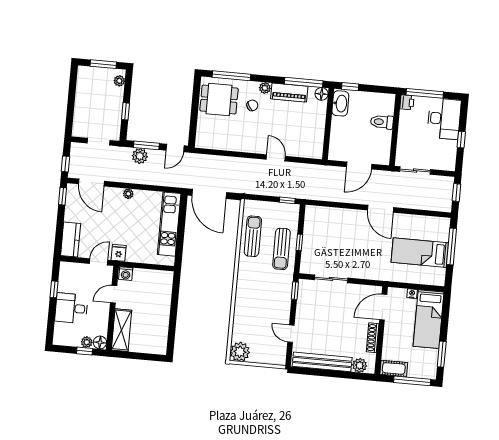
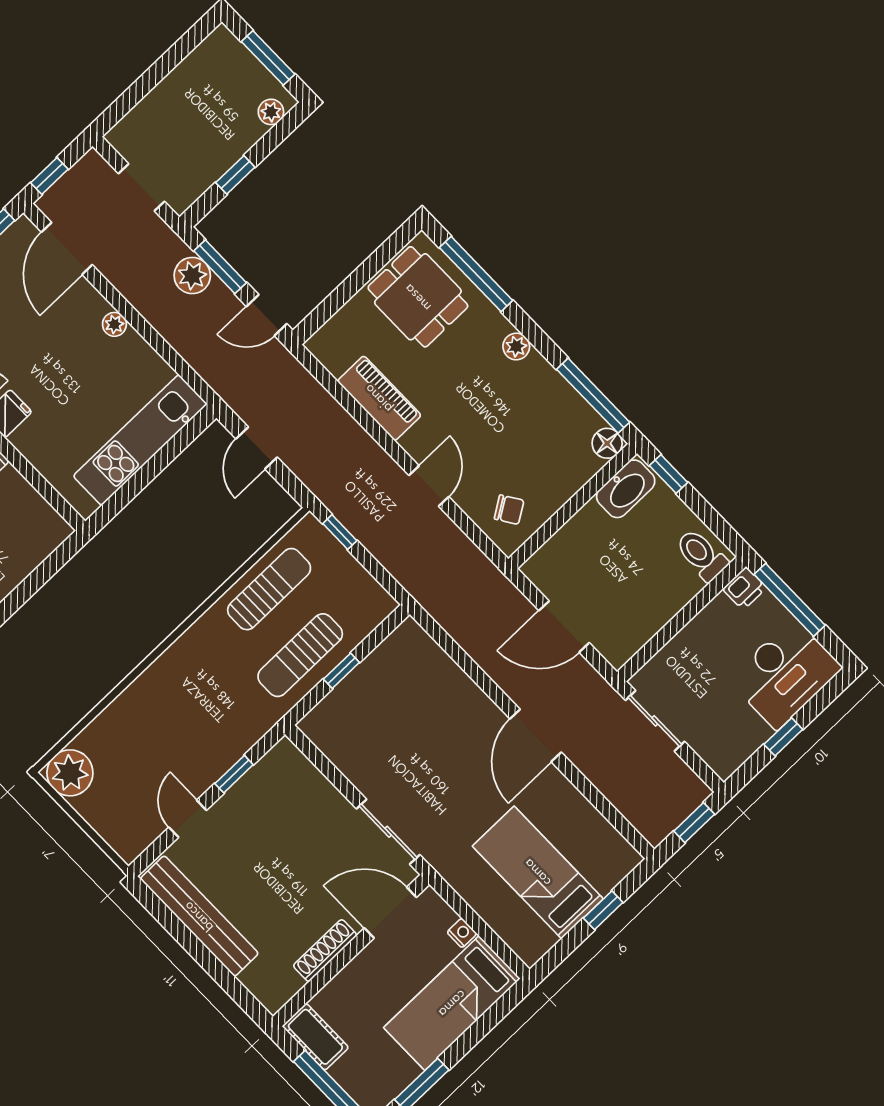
piano: (289, 93) -> (379, 398), moved, turned 180
chair: (252, 105) -> (509, 510), moved
toilet: (382, 122) -> (702, 555), moved
door: (209, 194) -> (257, 448), width x0.53
window: (287, 200) -> (340, 532), moved
window: (452, 246) -> (603, 910), width x0.46
sliding door: (331, 279) -> (388, 832), moved
window: (295, 291) -> (234, 774), moved
plant: (360, 365) -> (260, 979), removed

